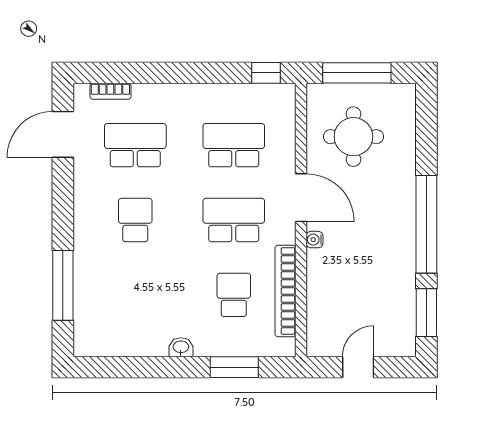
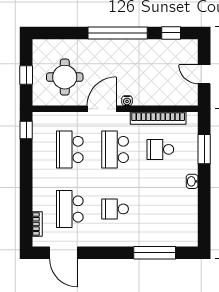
window: (357, 73) -> (26, 75), width x0.46
window: (426, 313) -> (171, 33), width x0.67

